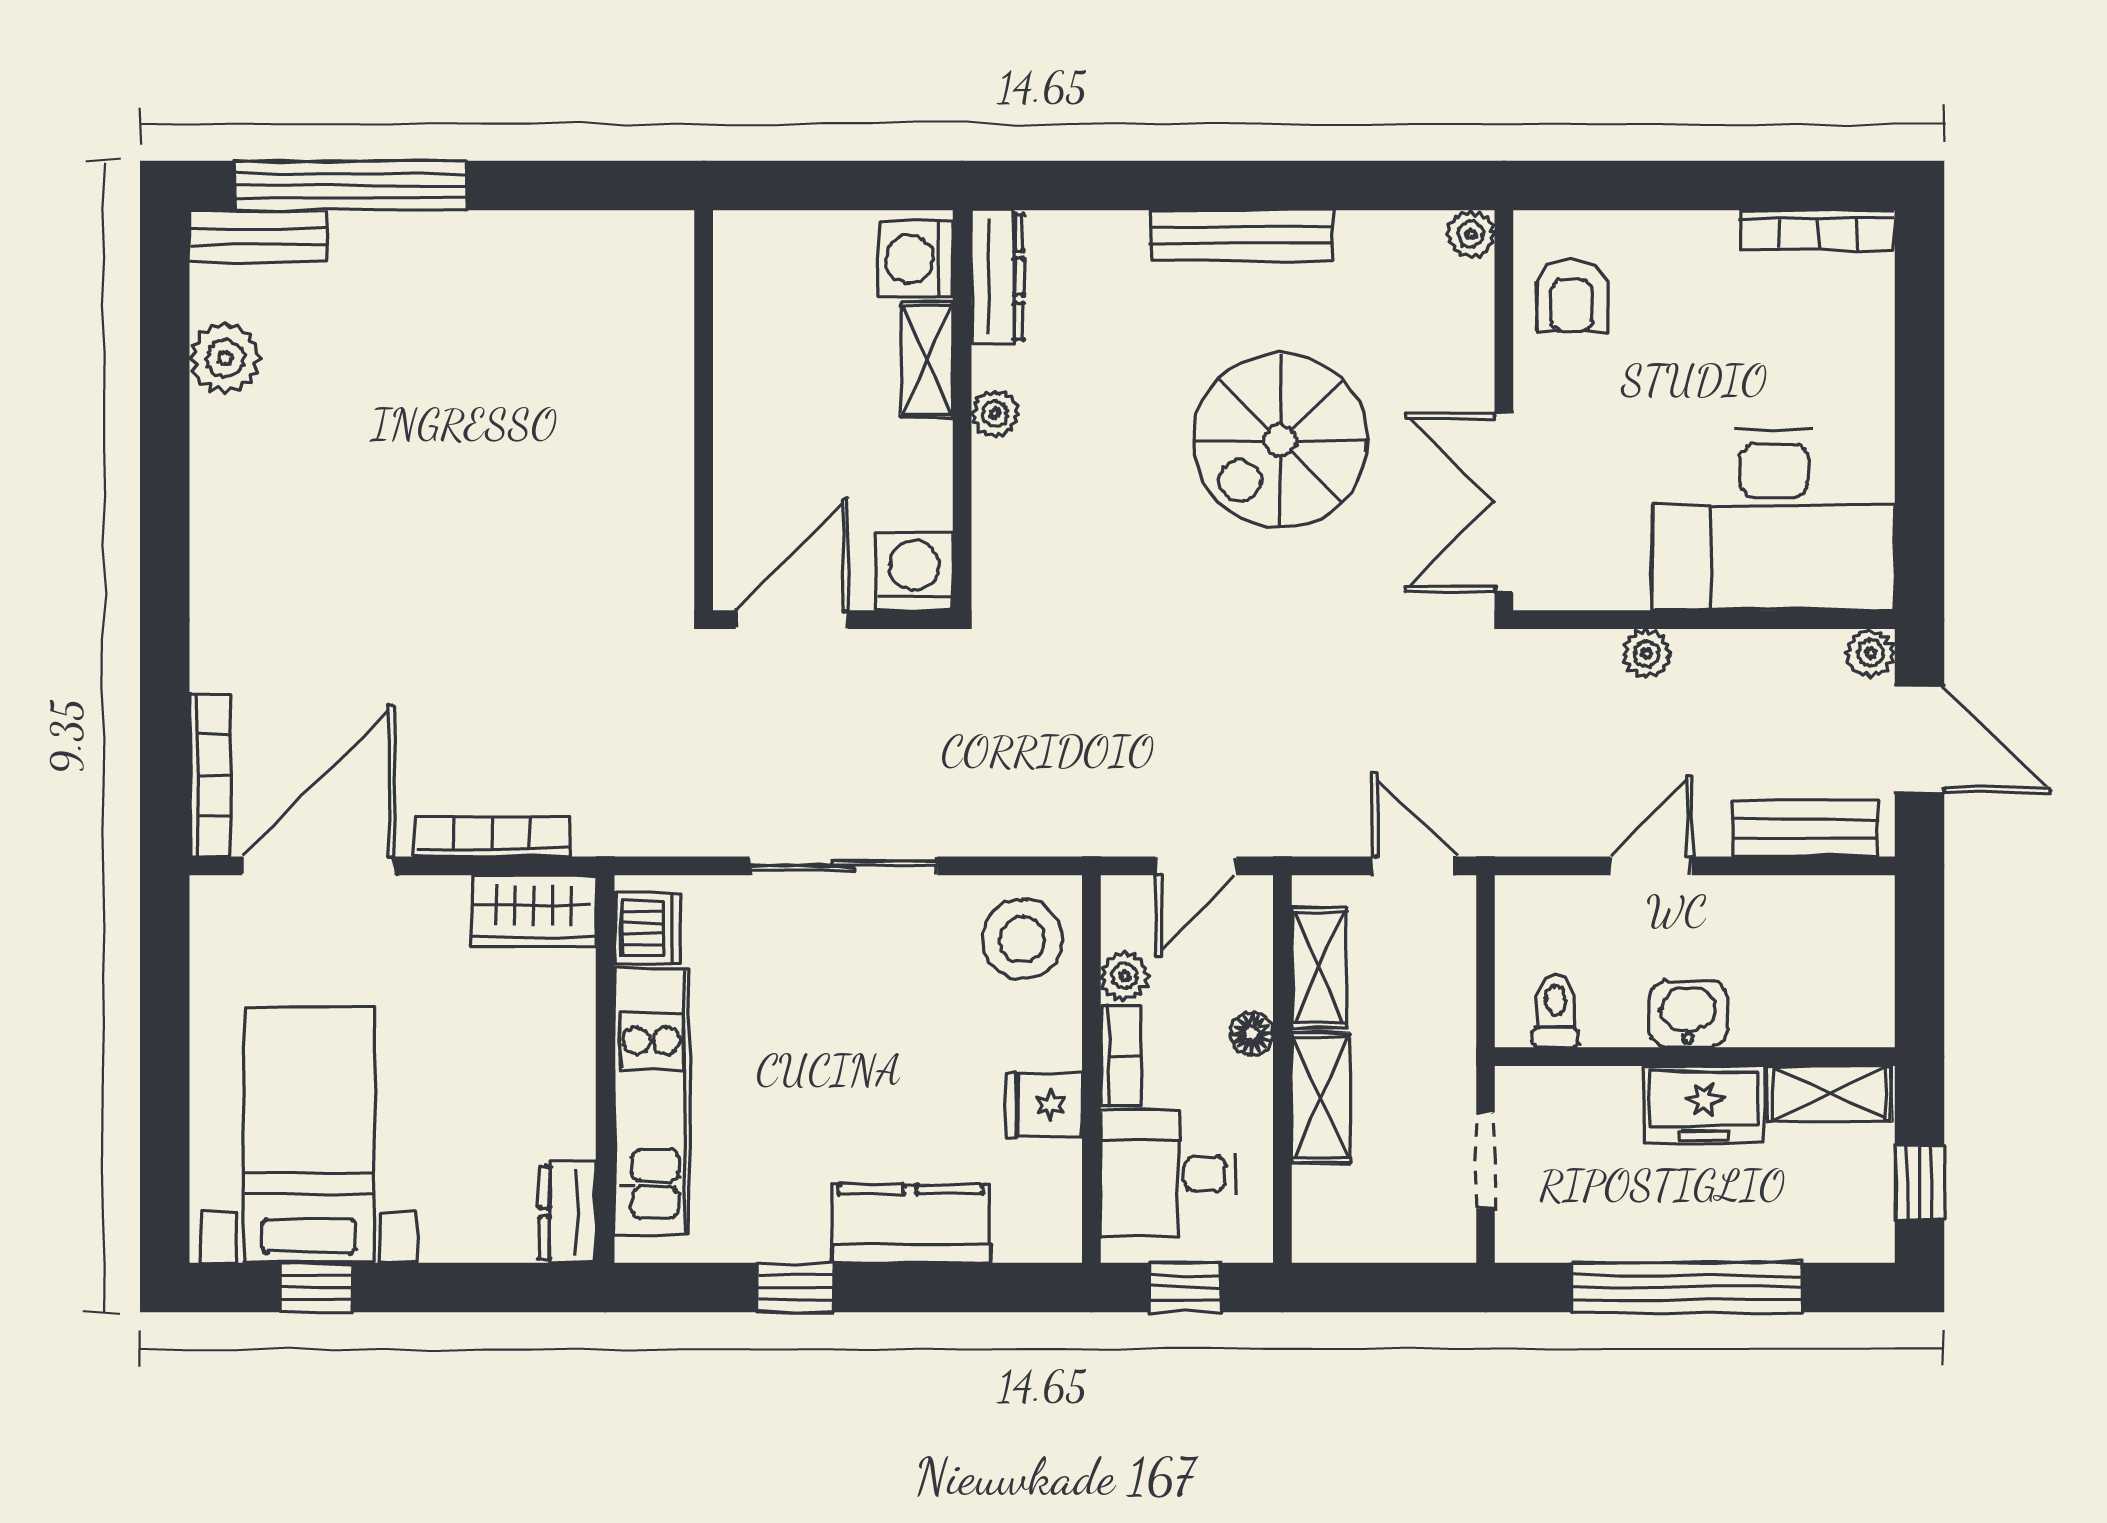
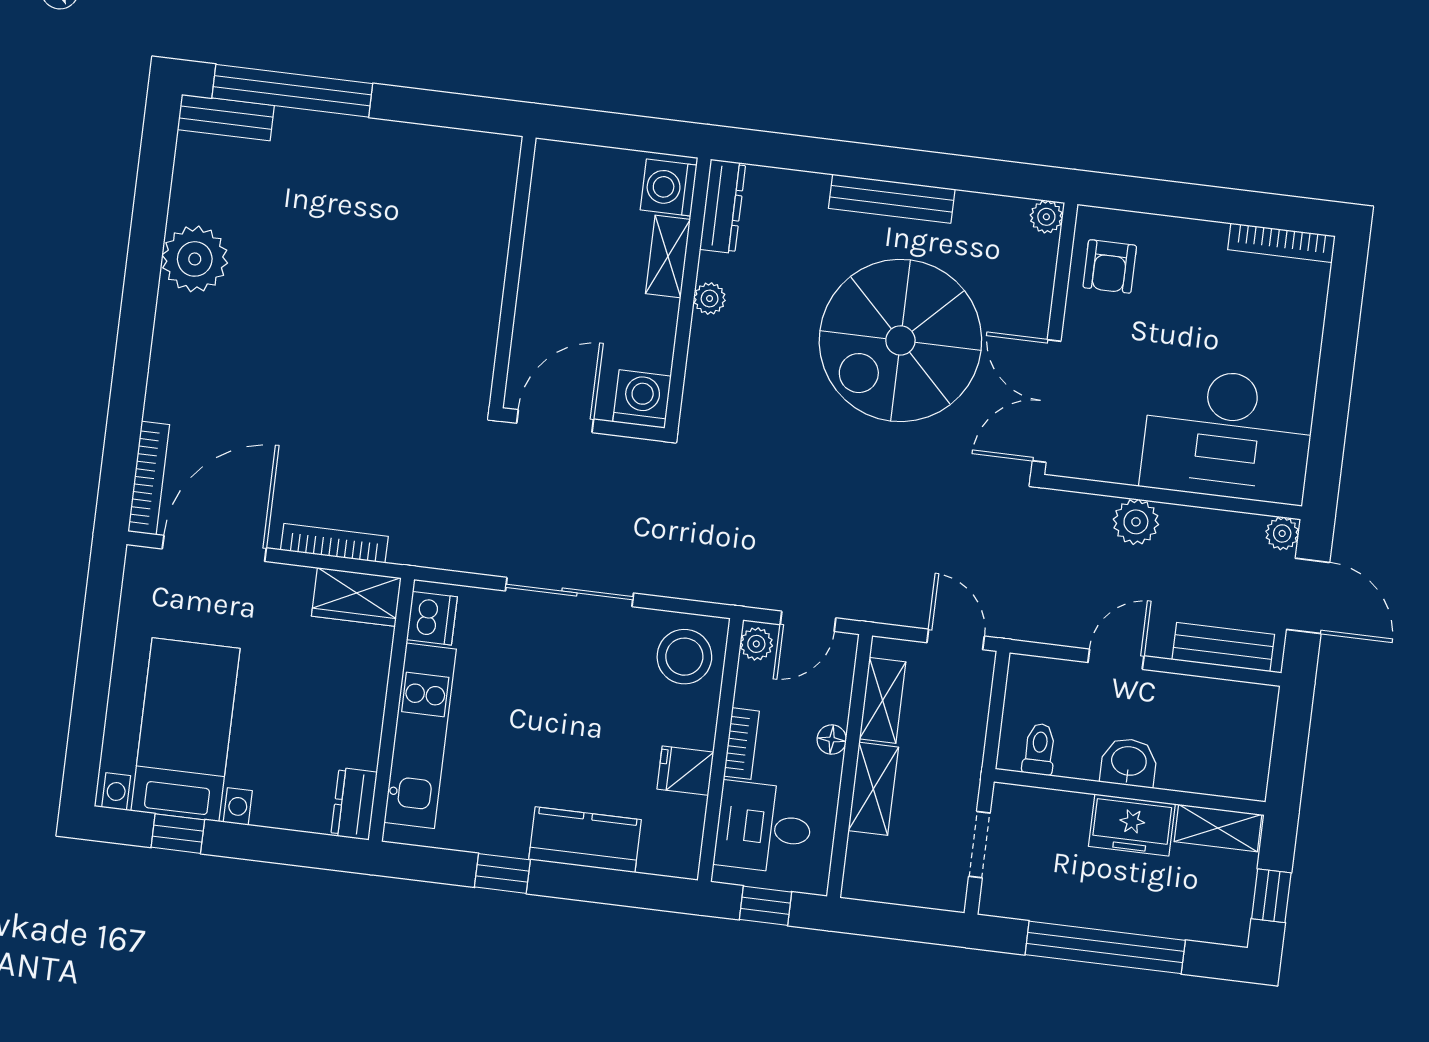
plant: (225, 358) -> (195, 259), moved, width x1.36, depth x1.36
spiral stairs: (1280, 440) -> (900, 340), width x1.37, depth x1.37
plant: (1646, 653) -> (1136, 522), width x1.38, depth x1.38
plant: (1125, 976) -> (756, 644), moved

